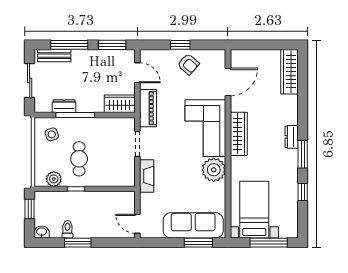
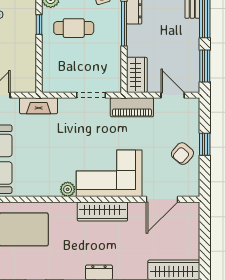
door: (137, 73) -> (173, 95), swing flipped
door: (228, 82) -> (162, 199), hinge flipped
plant: (214, 170) -> (68, 189), width x0.53, depth x0.53
fireplace: (147, 176) -> (39, 106), moved

